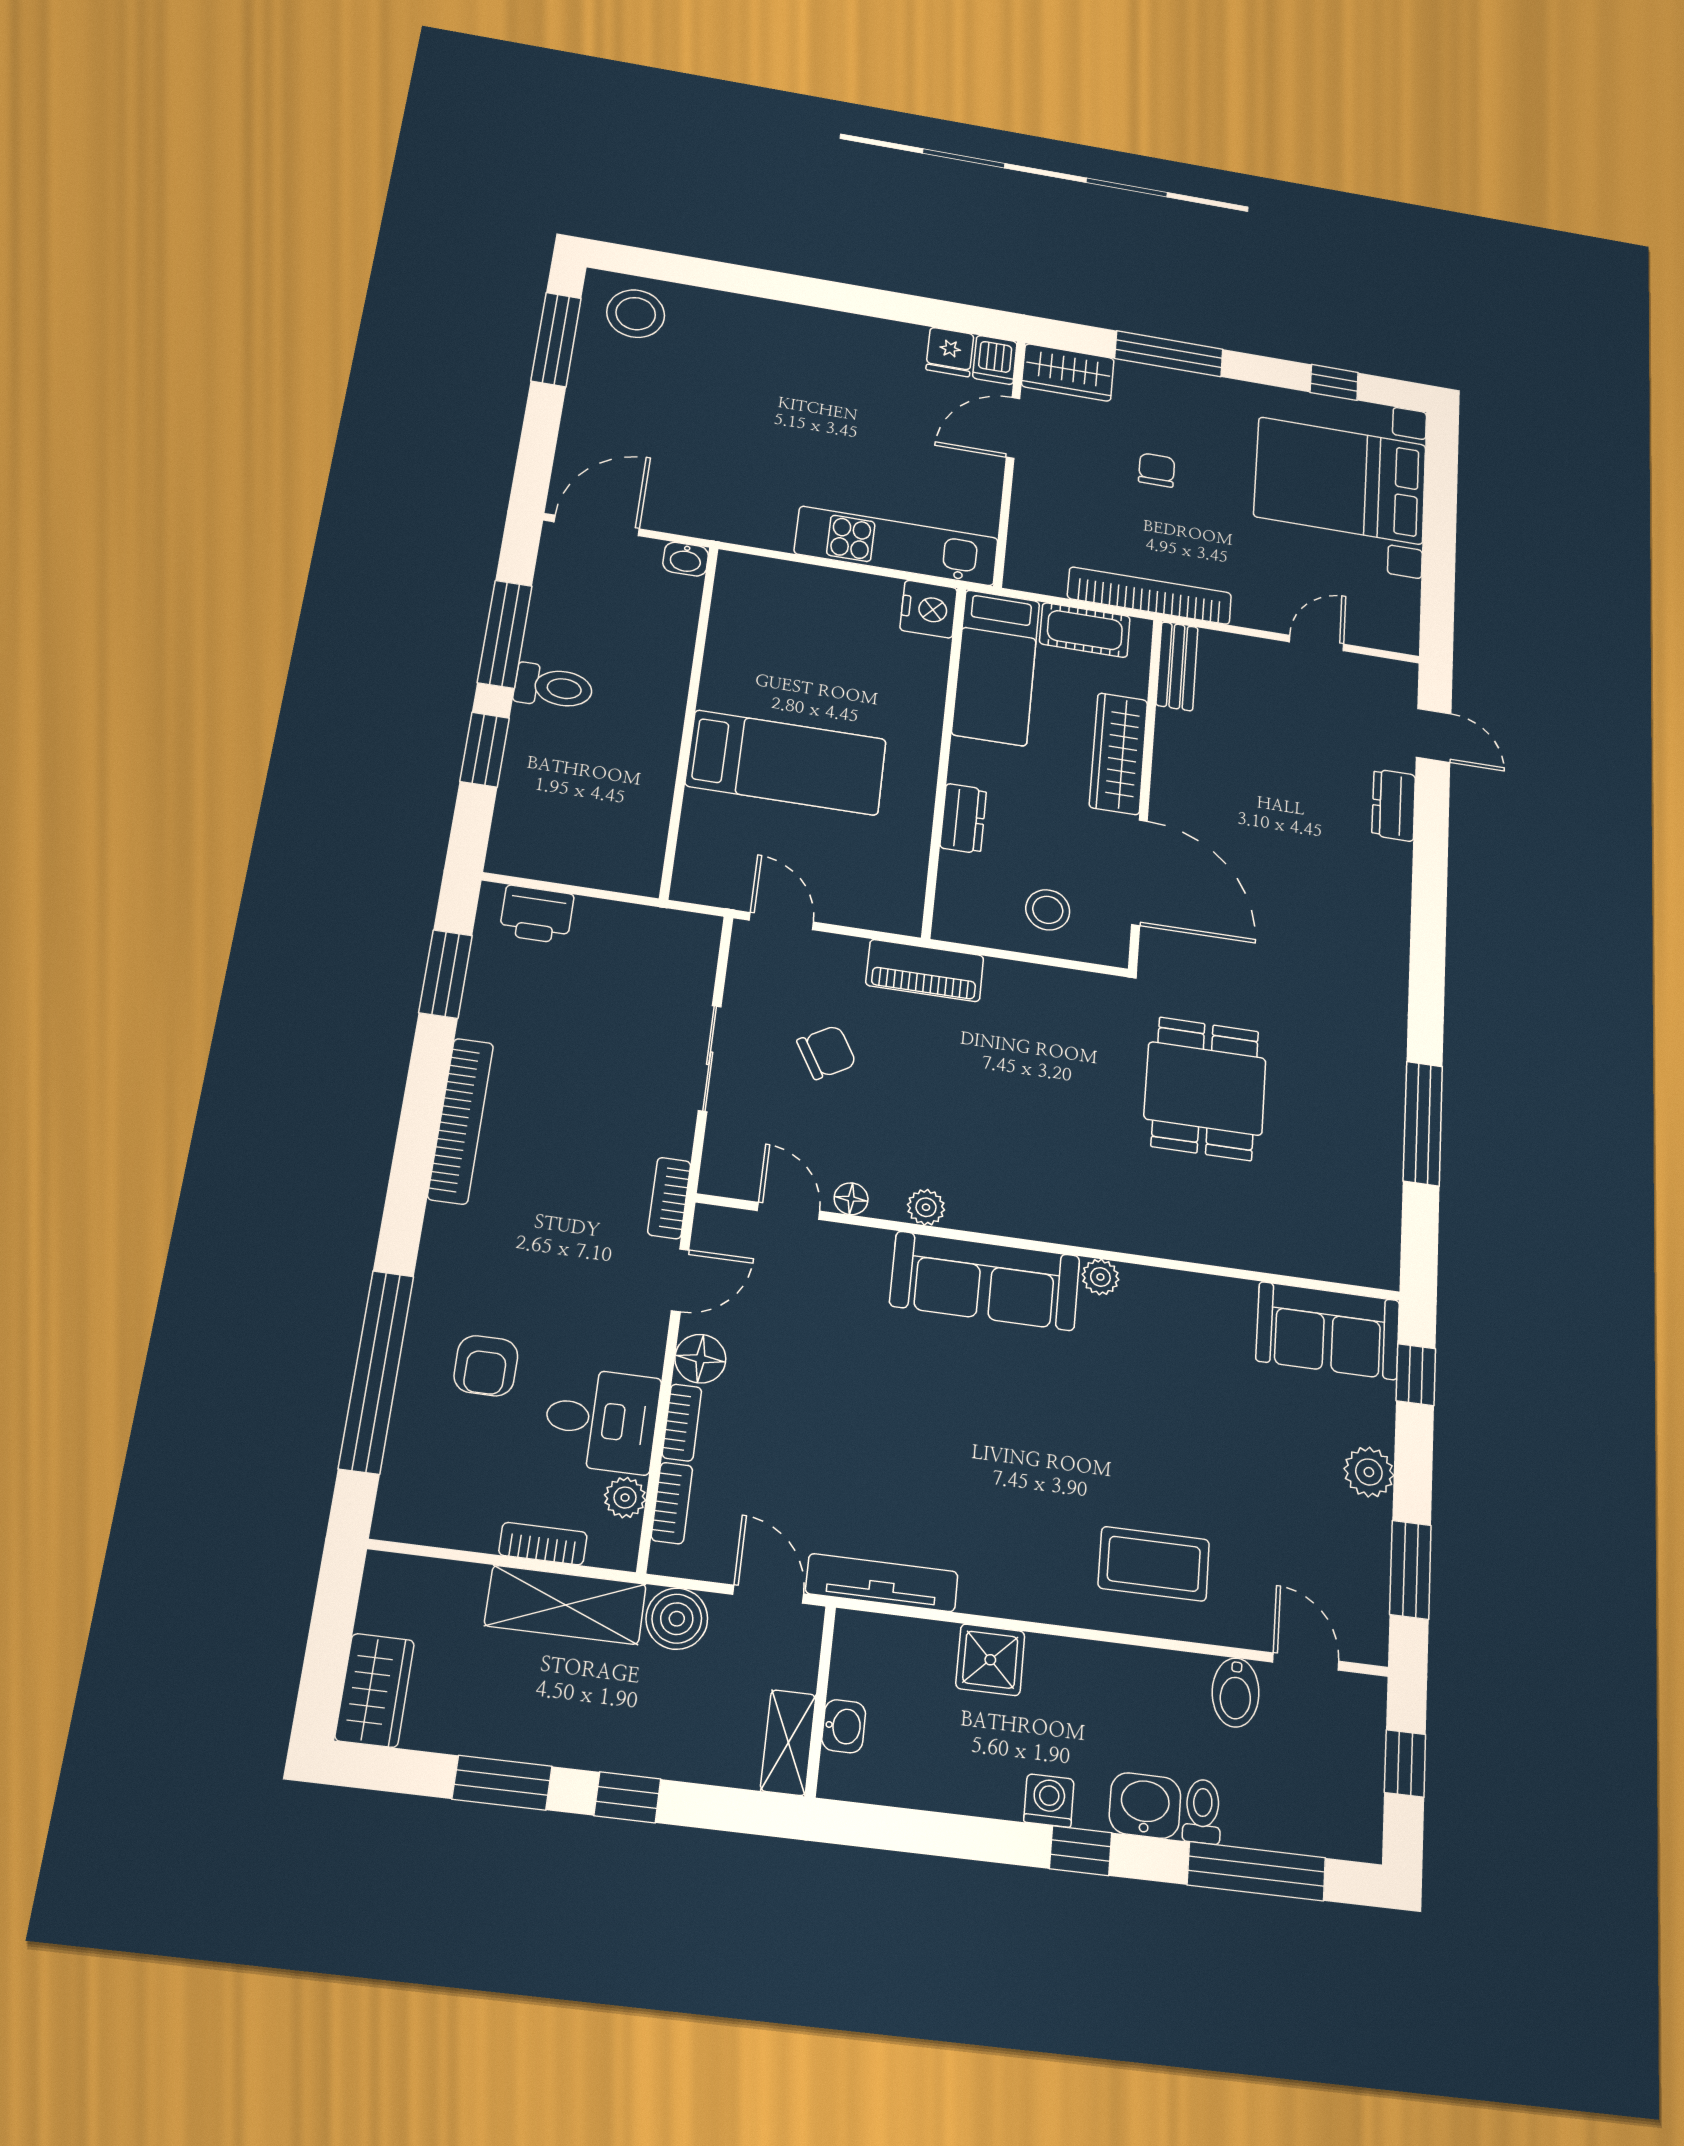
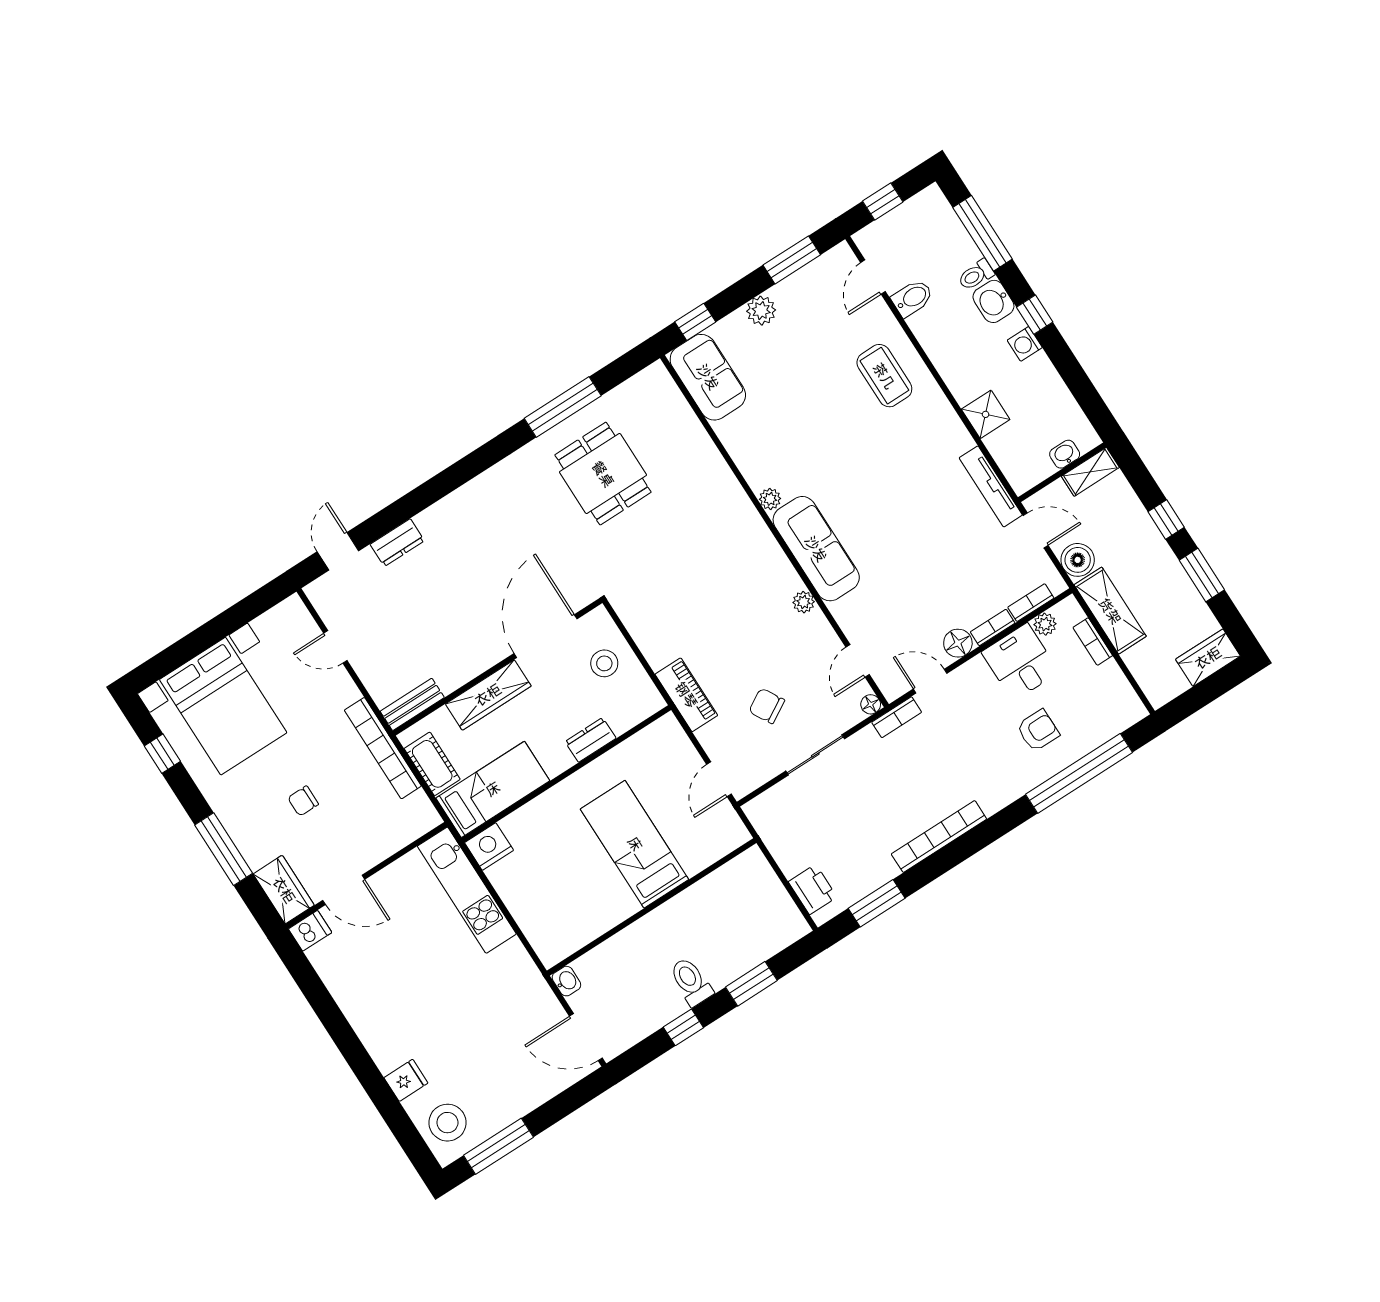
fridge: (950, 352) -> (406, 1080), moved
window: (505, 634) -> (683, 1027), width x0.46
dining table: (1205, 1088) -> (603, 474), moved, turned 90
floor lamp: (851, 1199) -> (871, 704), moved
door: (768, 1594) -> (1036, 530), swing flipped

